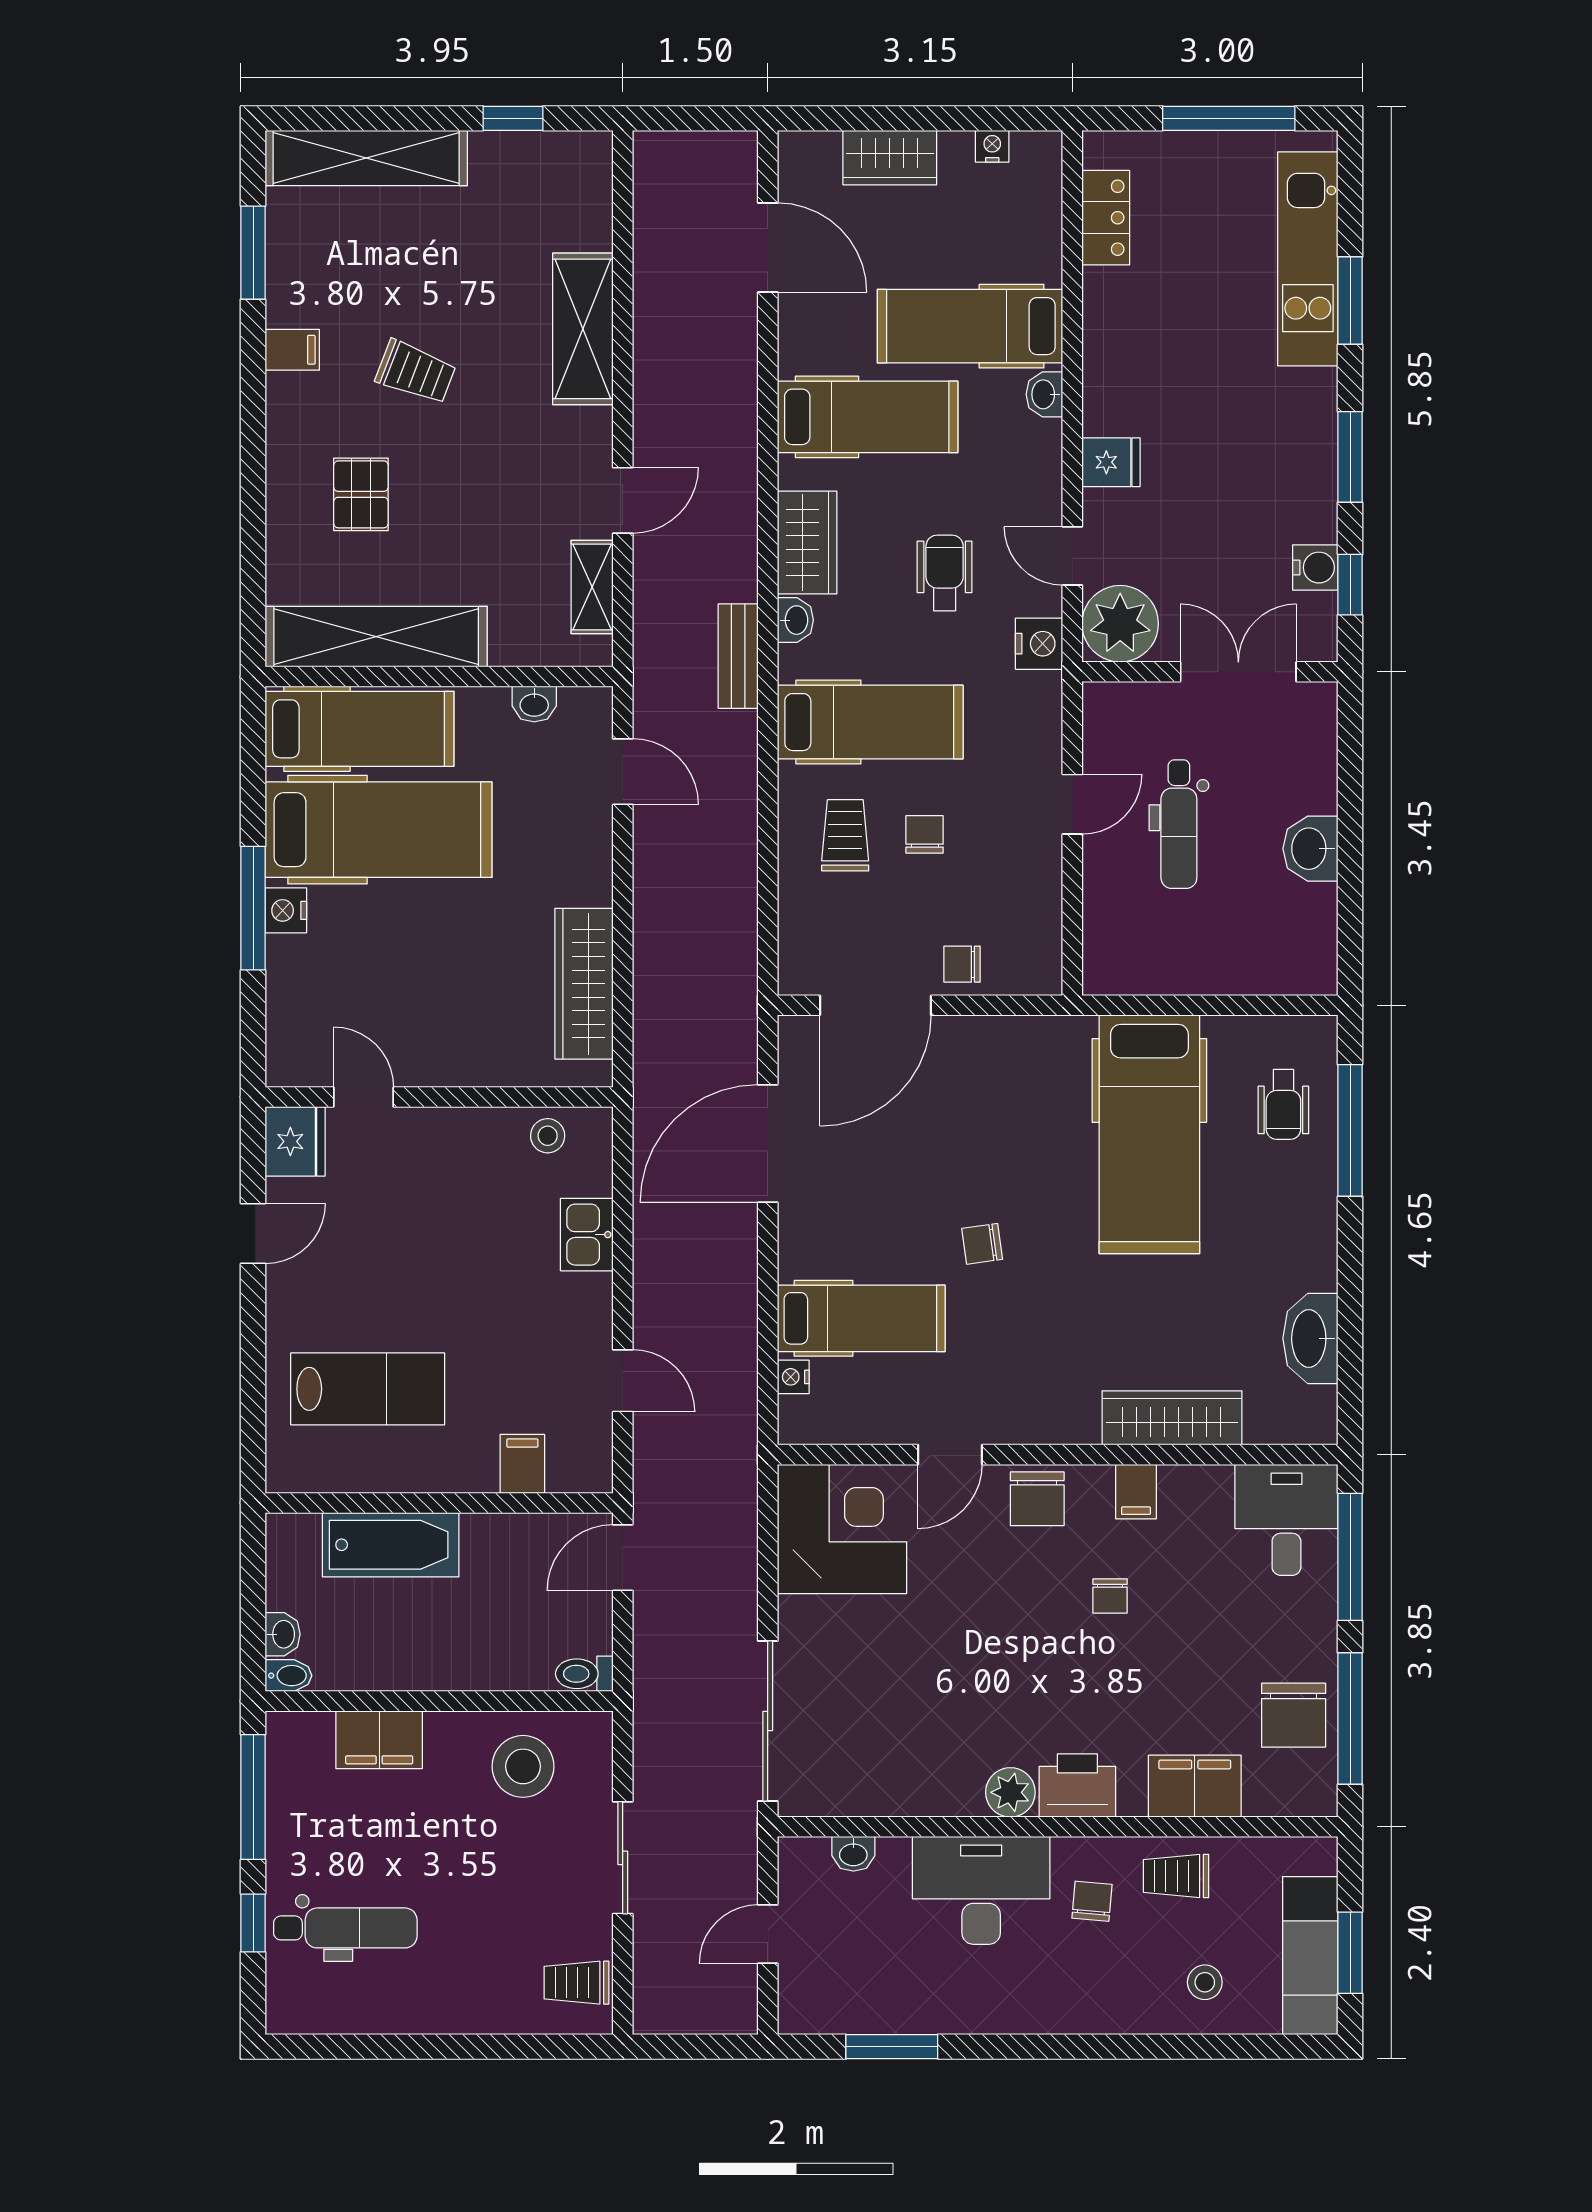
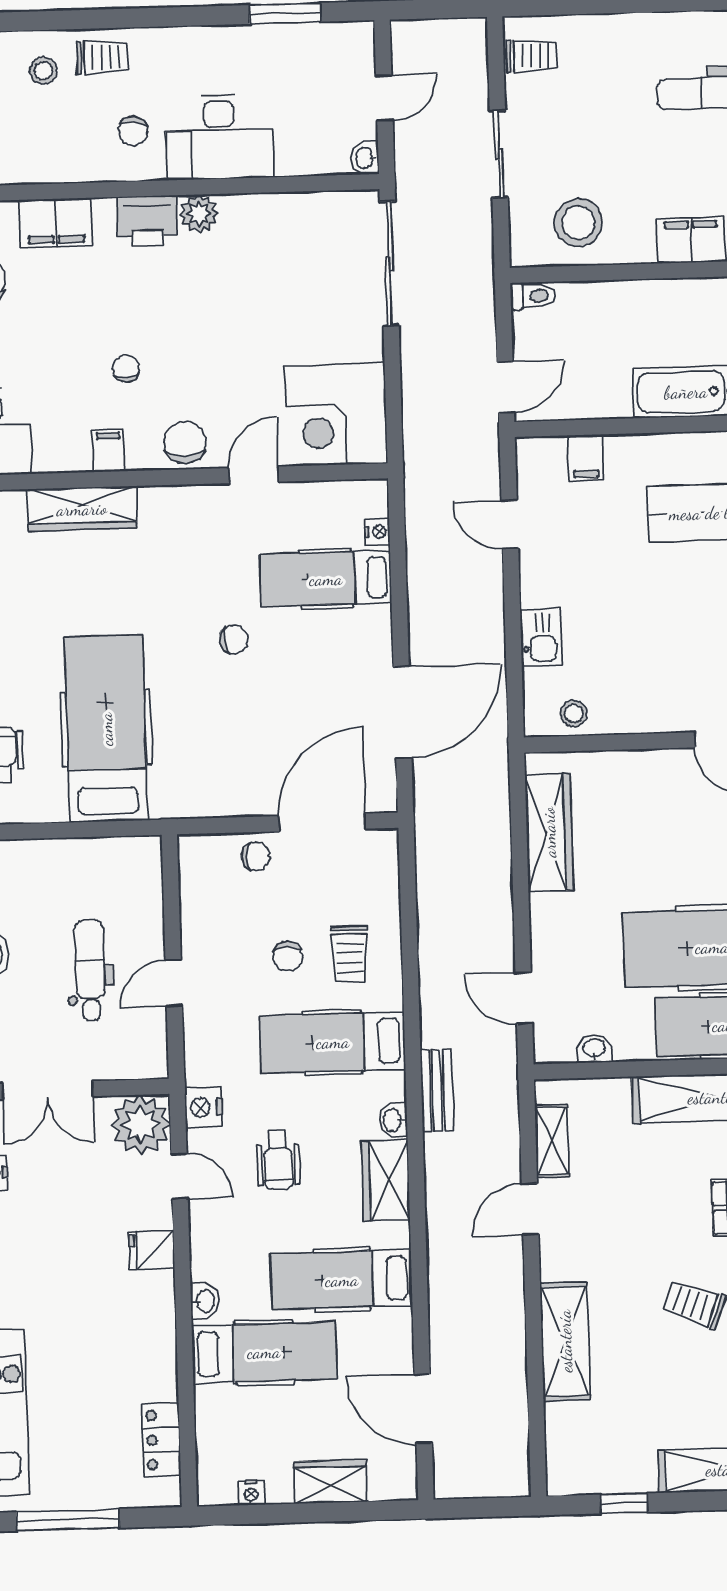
washbasin: (853, 1854) -> (365, 158), moved, turned -90
trolley: (1176, 1876) -> (102, 57), moved

